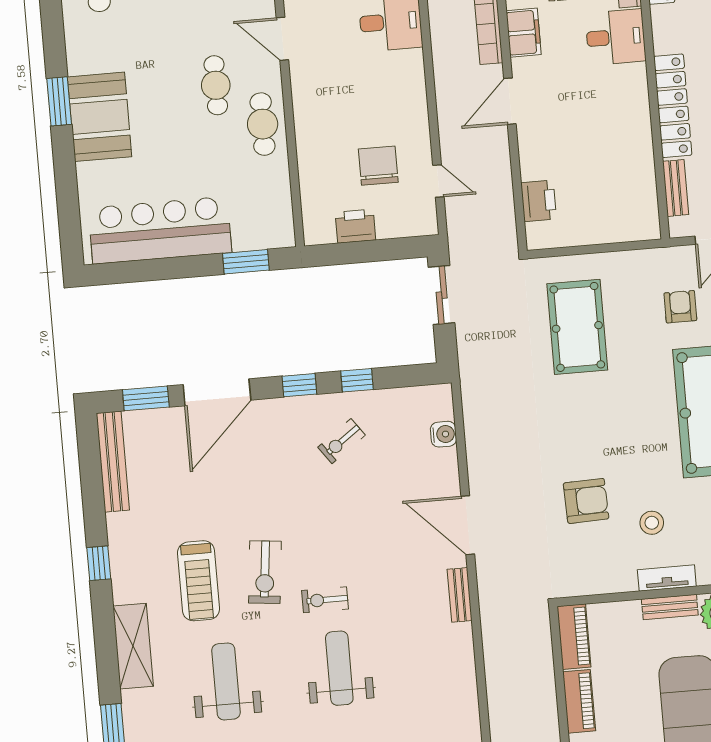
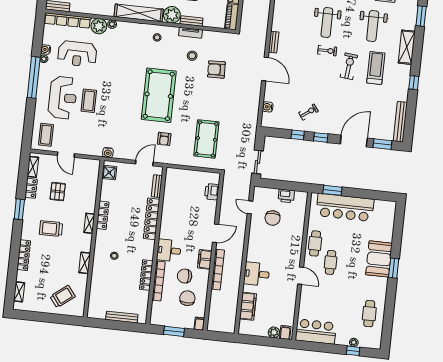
bar counter: (160, 230) -> (345, 207), moved

